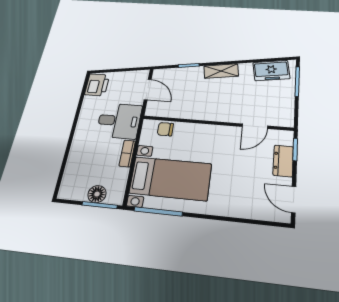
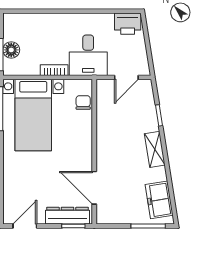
door: (255, 126) -> (94, 188), width x1.38
dresser: (283, 161) -> (67, 216), width x1.44

